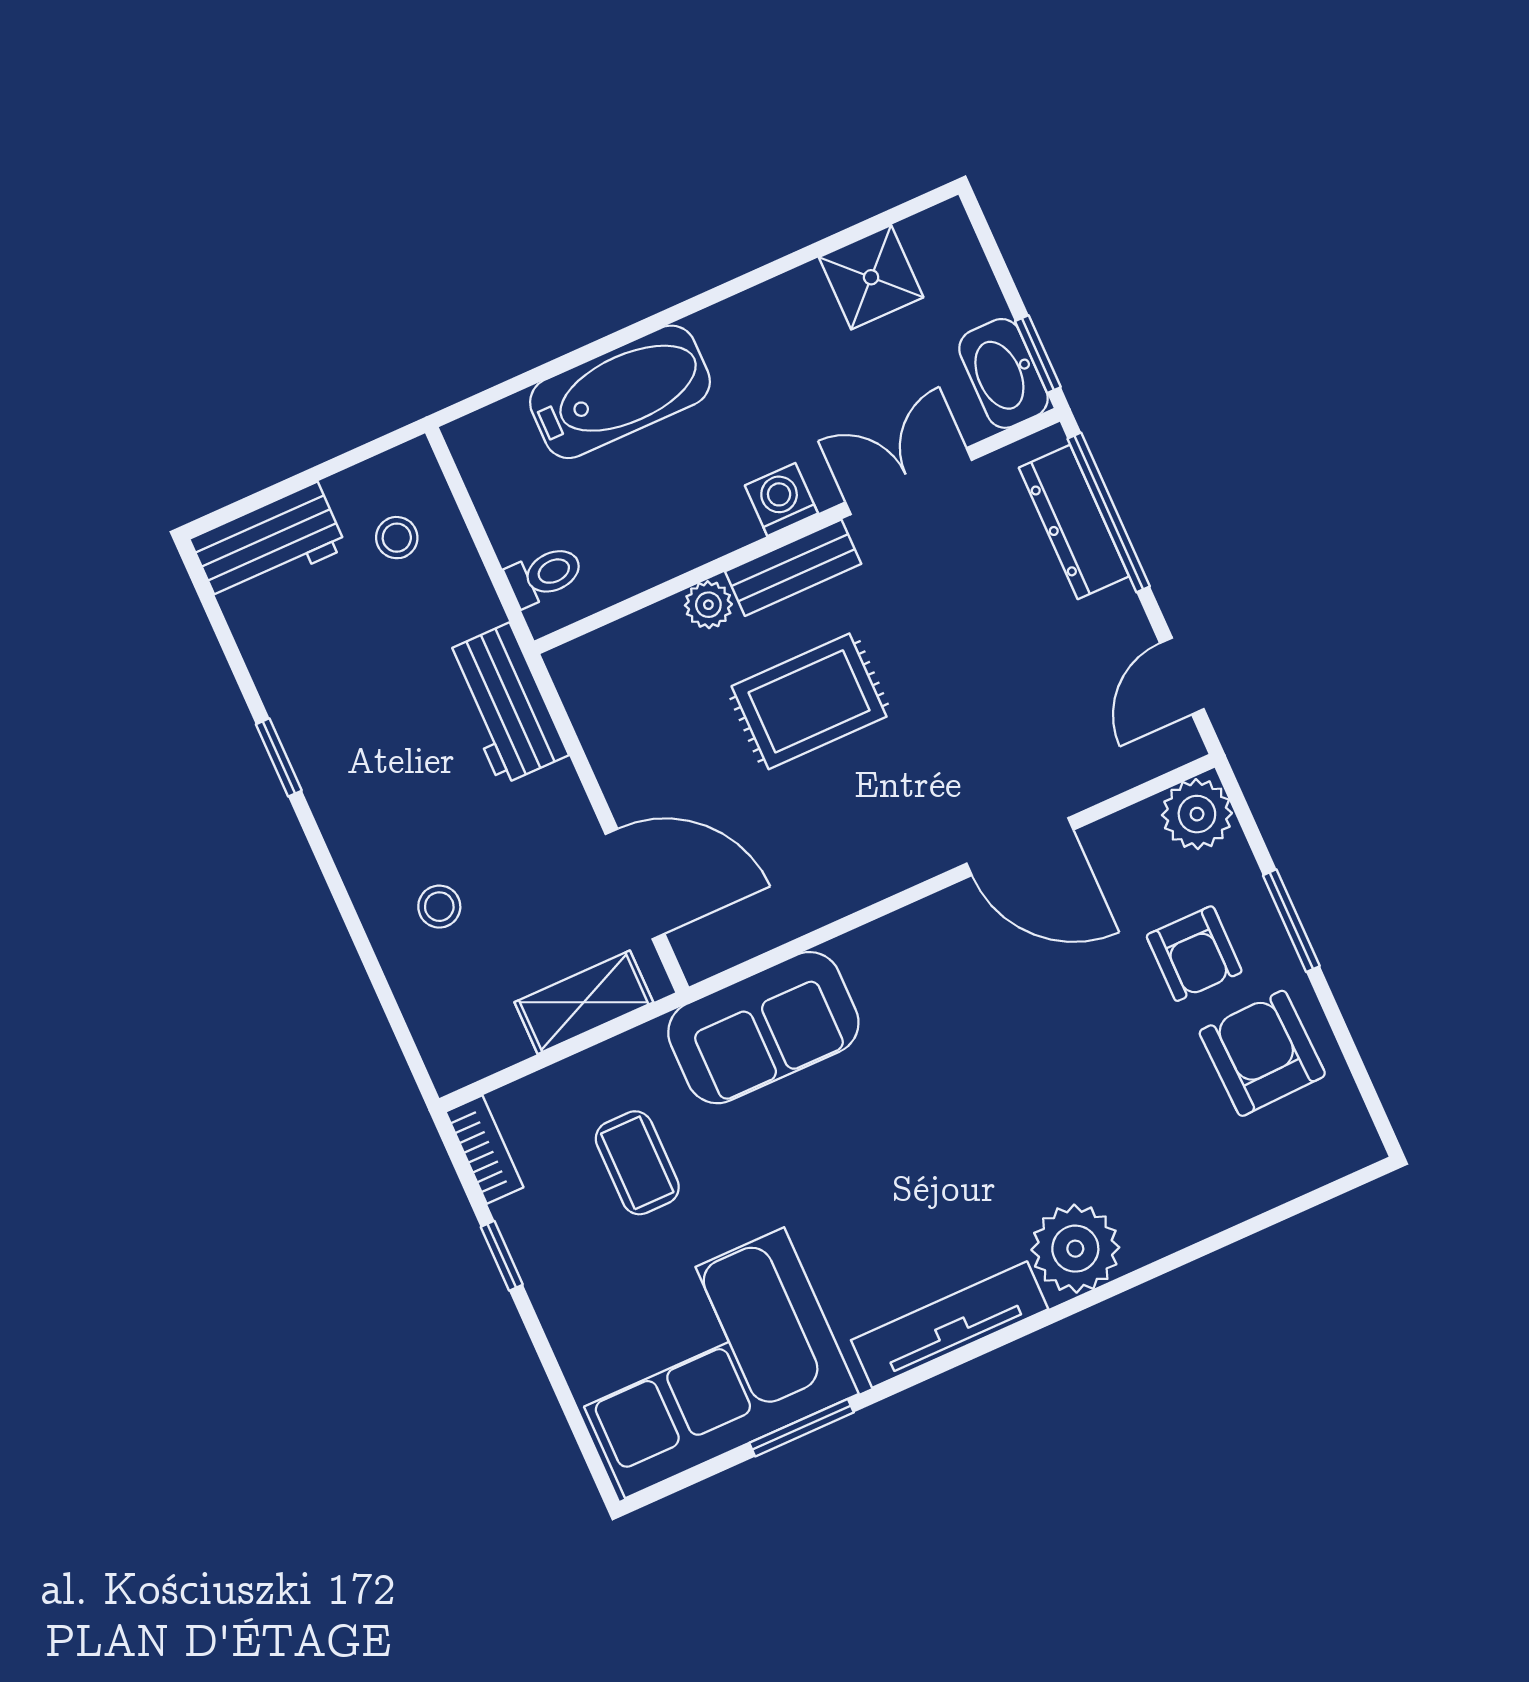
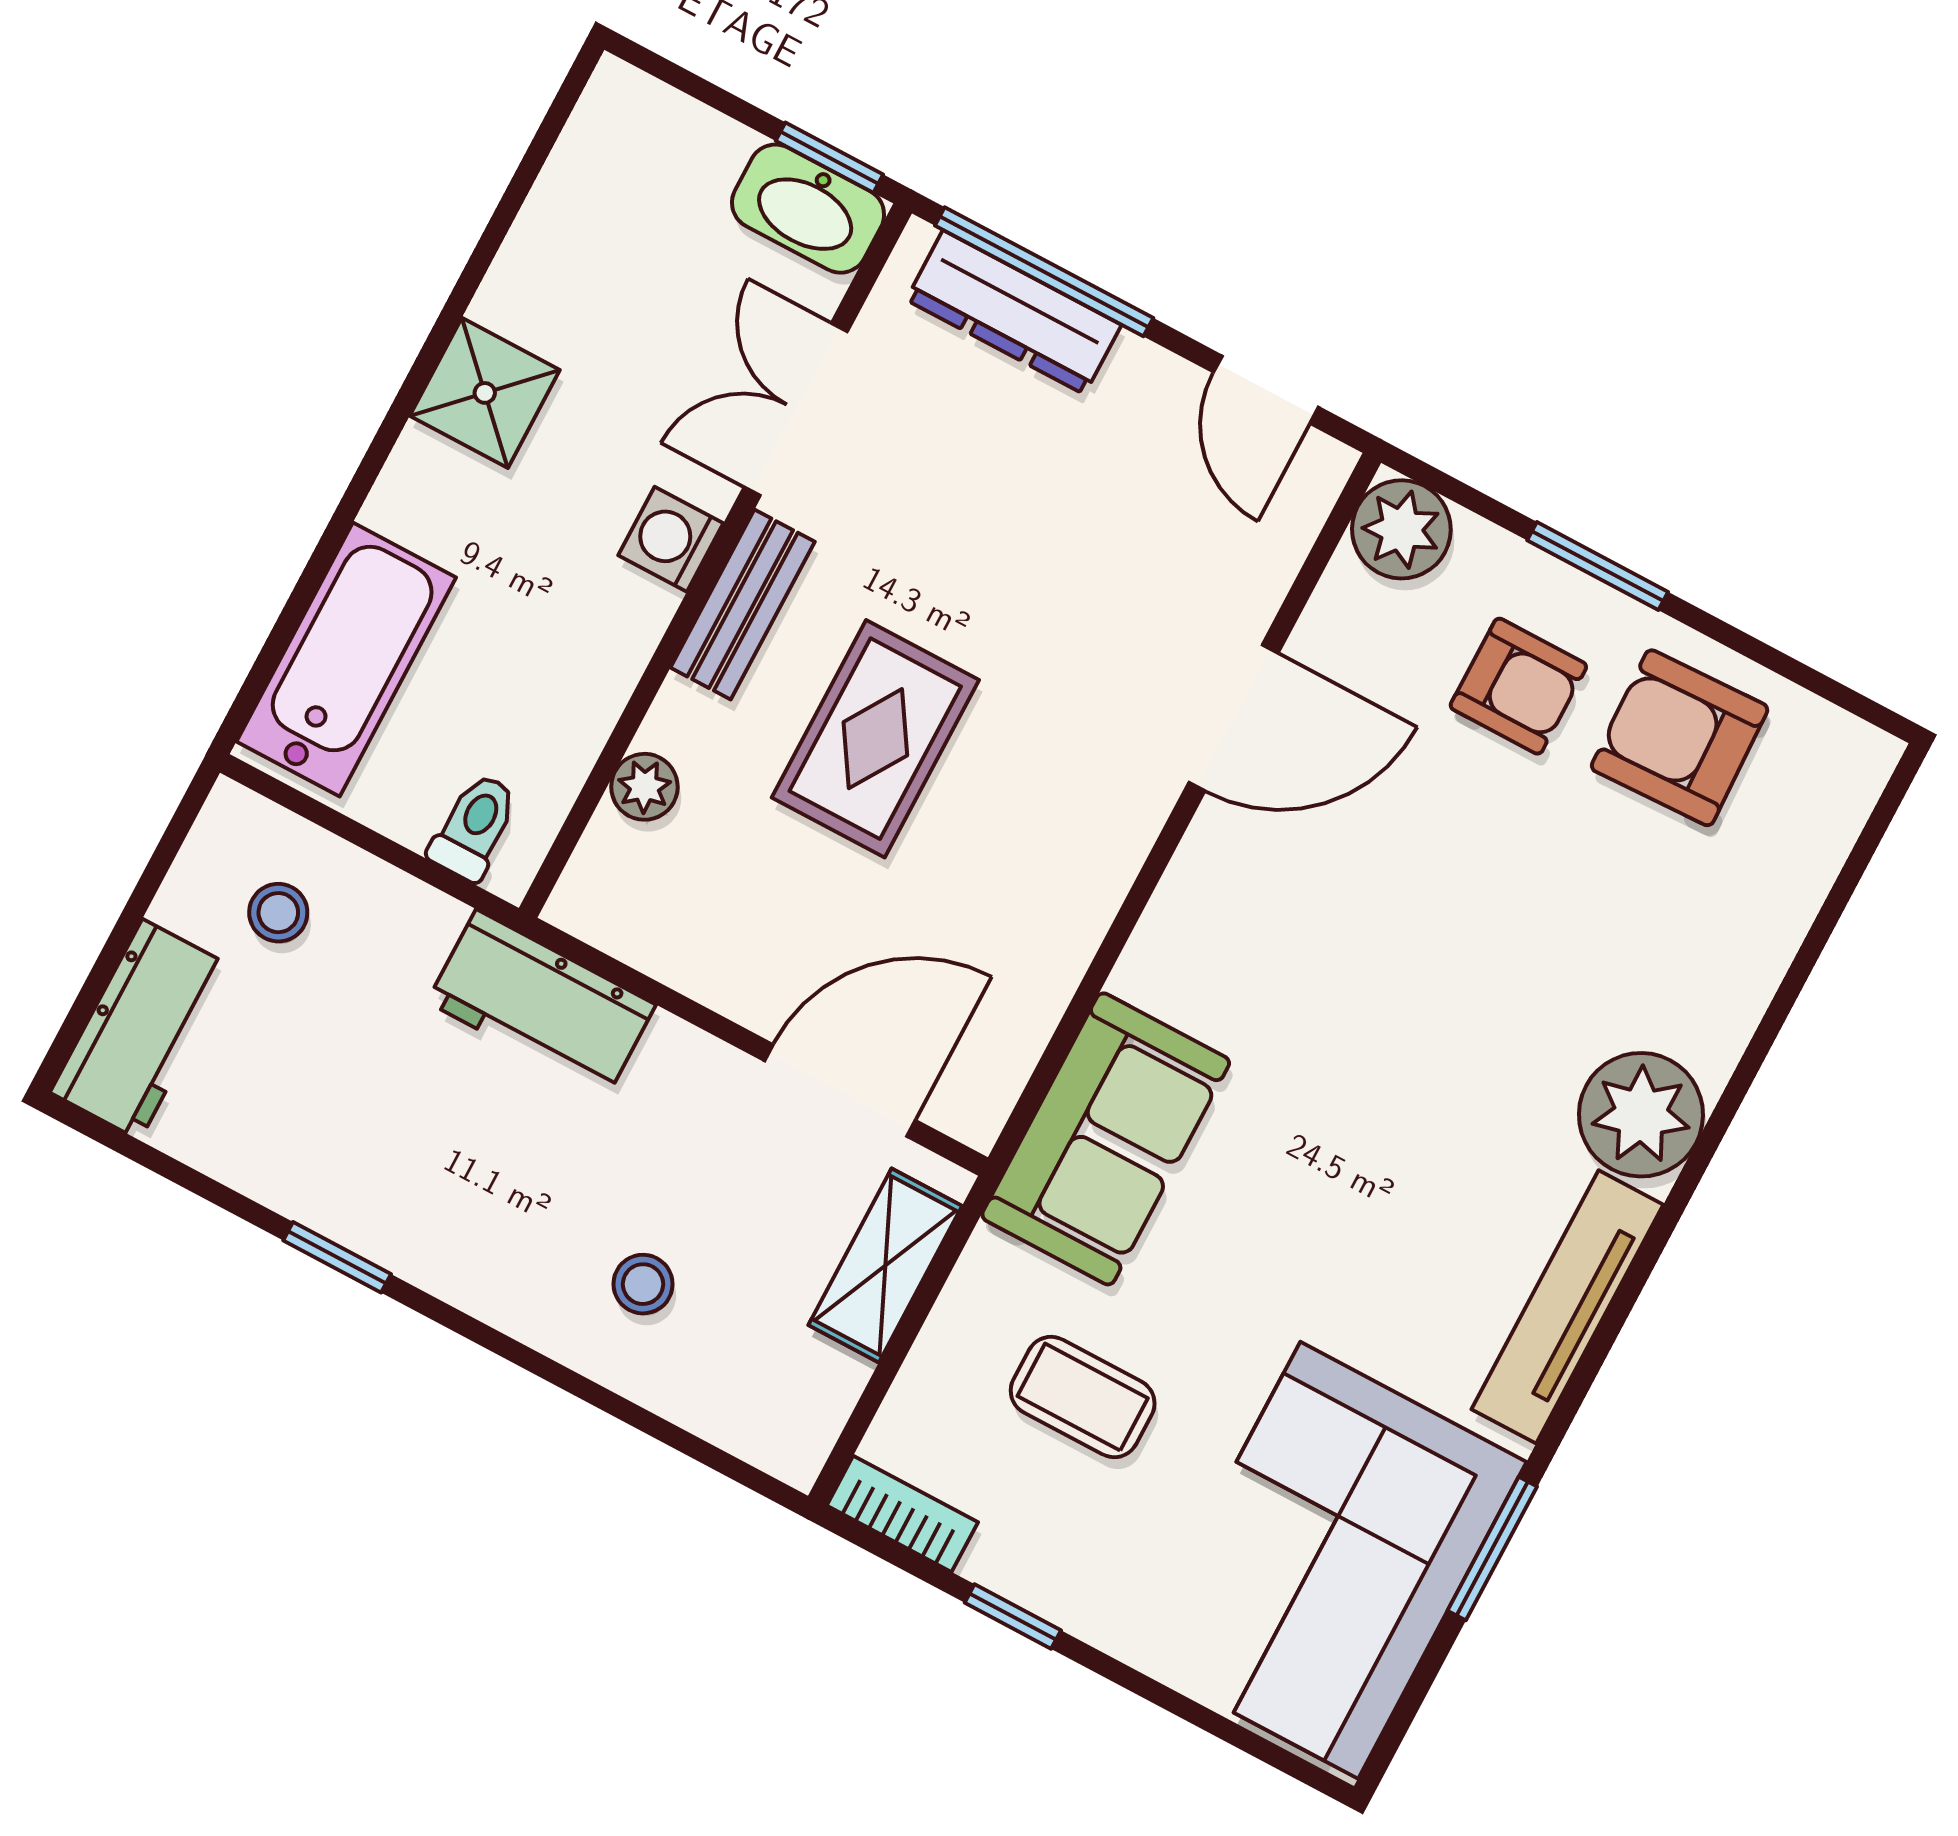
shower: (871, 277) -> (485, 393), moved
bathtub: (620, 392) -> (346, 659), moved
plant: (708, 605) -> (644, 787), moved

